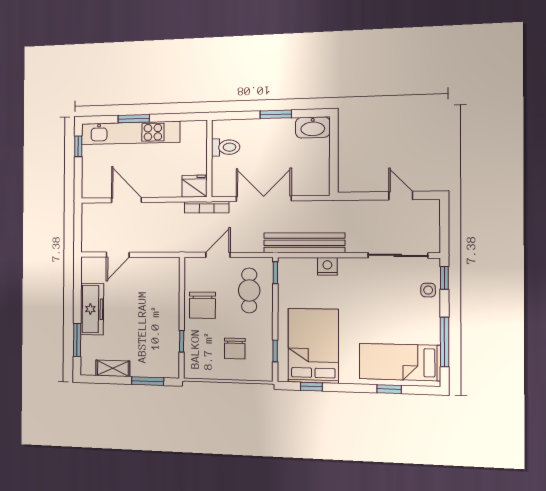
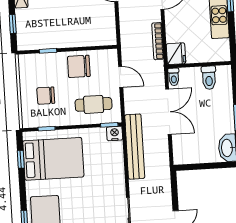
toilet: (222, 190) -> (174, 77), added
bookcase: (207, 207) -> (158, 41), moved
nightstand: (327, 266) -> (115, 133), moved, turned -90
window: (148, 381) -> (13, 24), width x0.67

